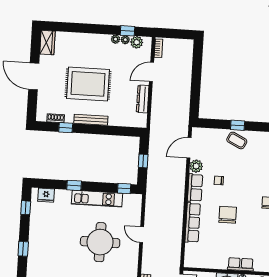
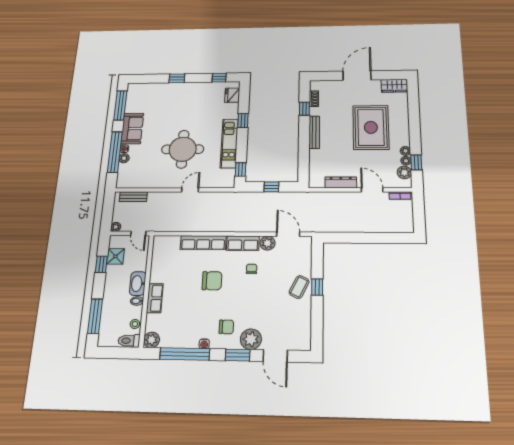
rug: (88, 84) -> (371, 127), moved

